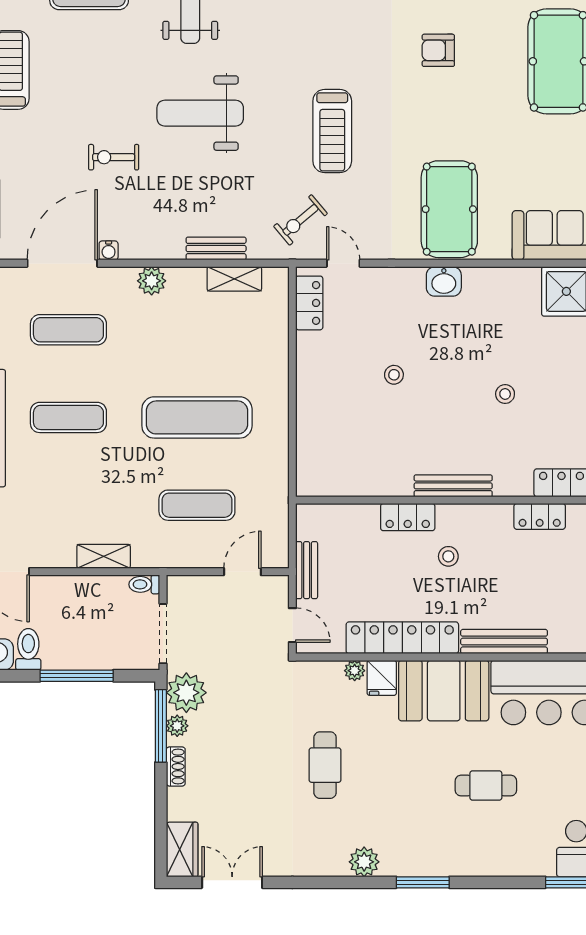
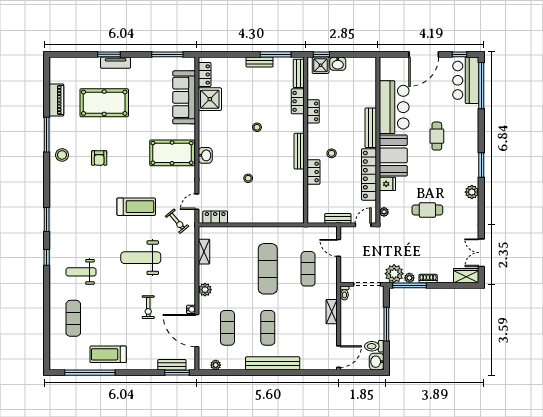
weight bench: (200, 113) -> (141, 258), moved, turned 90
bench: (216, 249) -> (190, 260), removed
plant: (355, 671) -> (384, 212), moved

